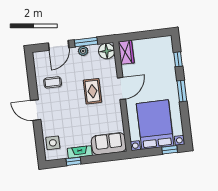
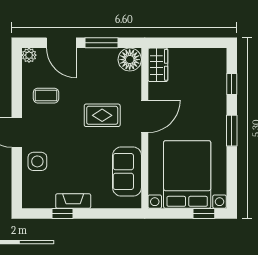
door: (59, 45) -> (61, 43), hinge flipped
plant: (83, 51) -> (29, 55), moved
rug: (92, 91) -> (102, 115), turned 90
side table: (53, 143) -> (37, 161), moved
sofa: (109, 144) -> (127, 172), moved, turned -90

